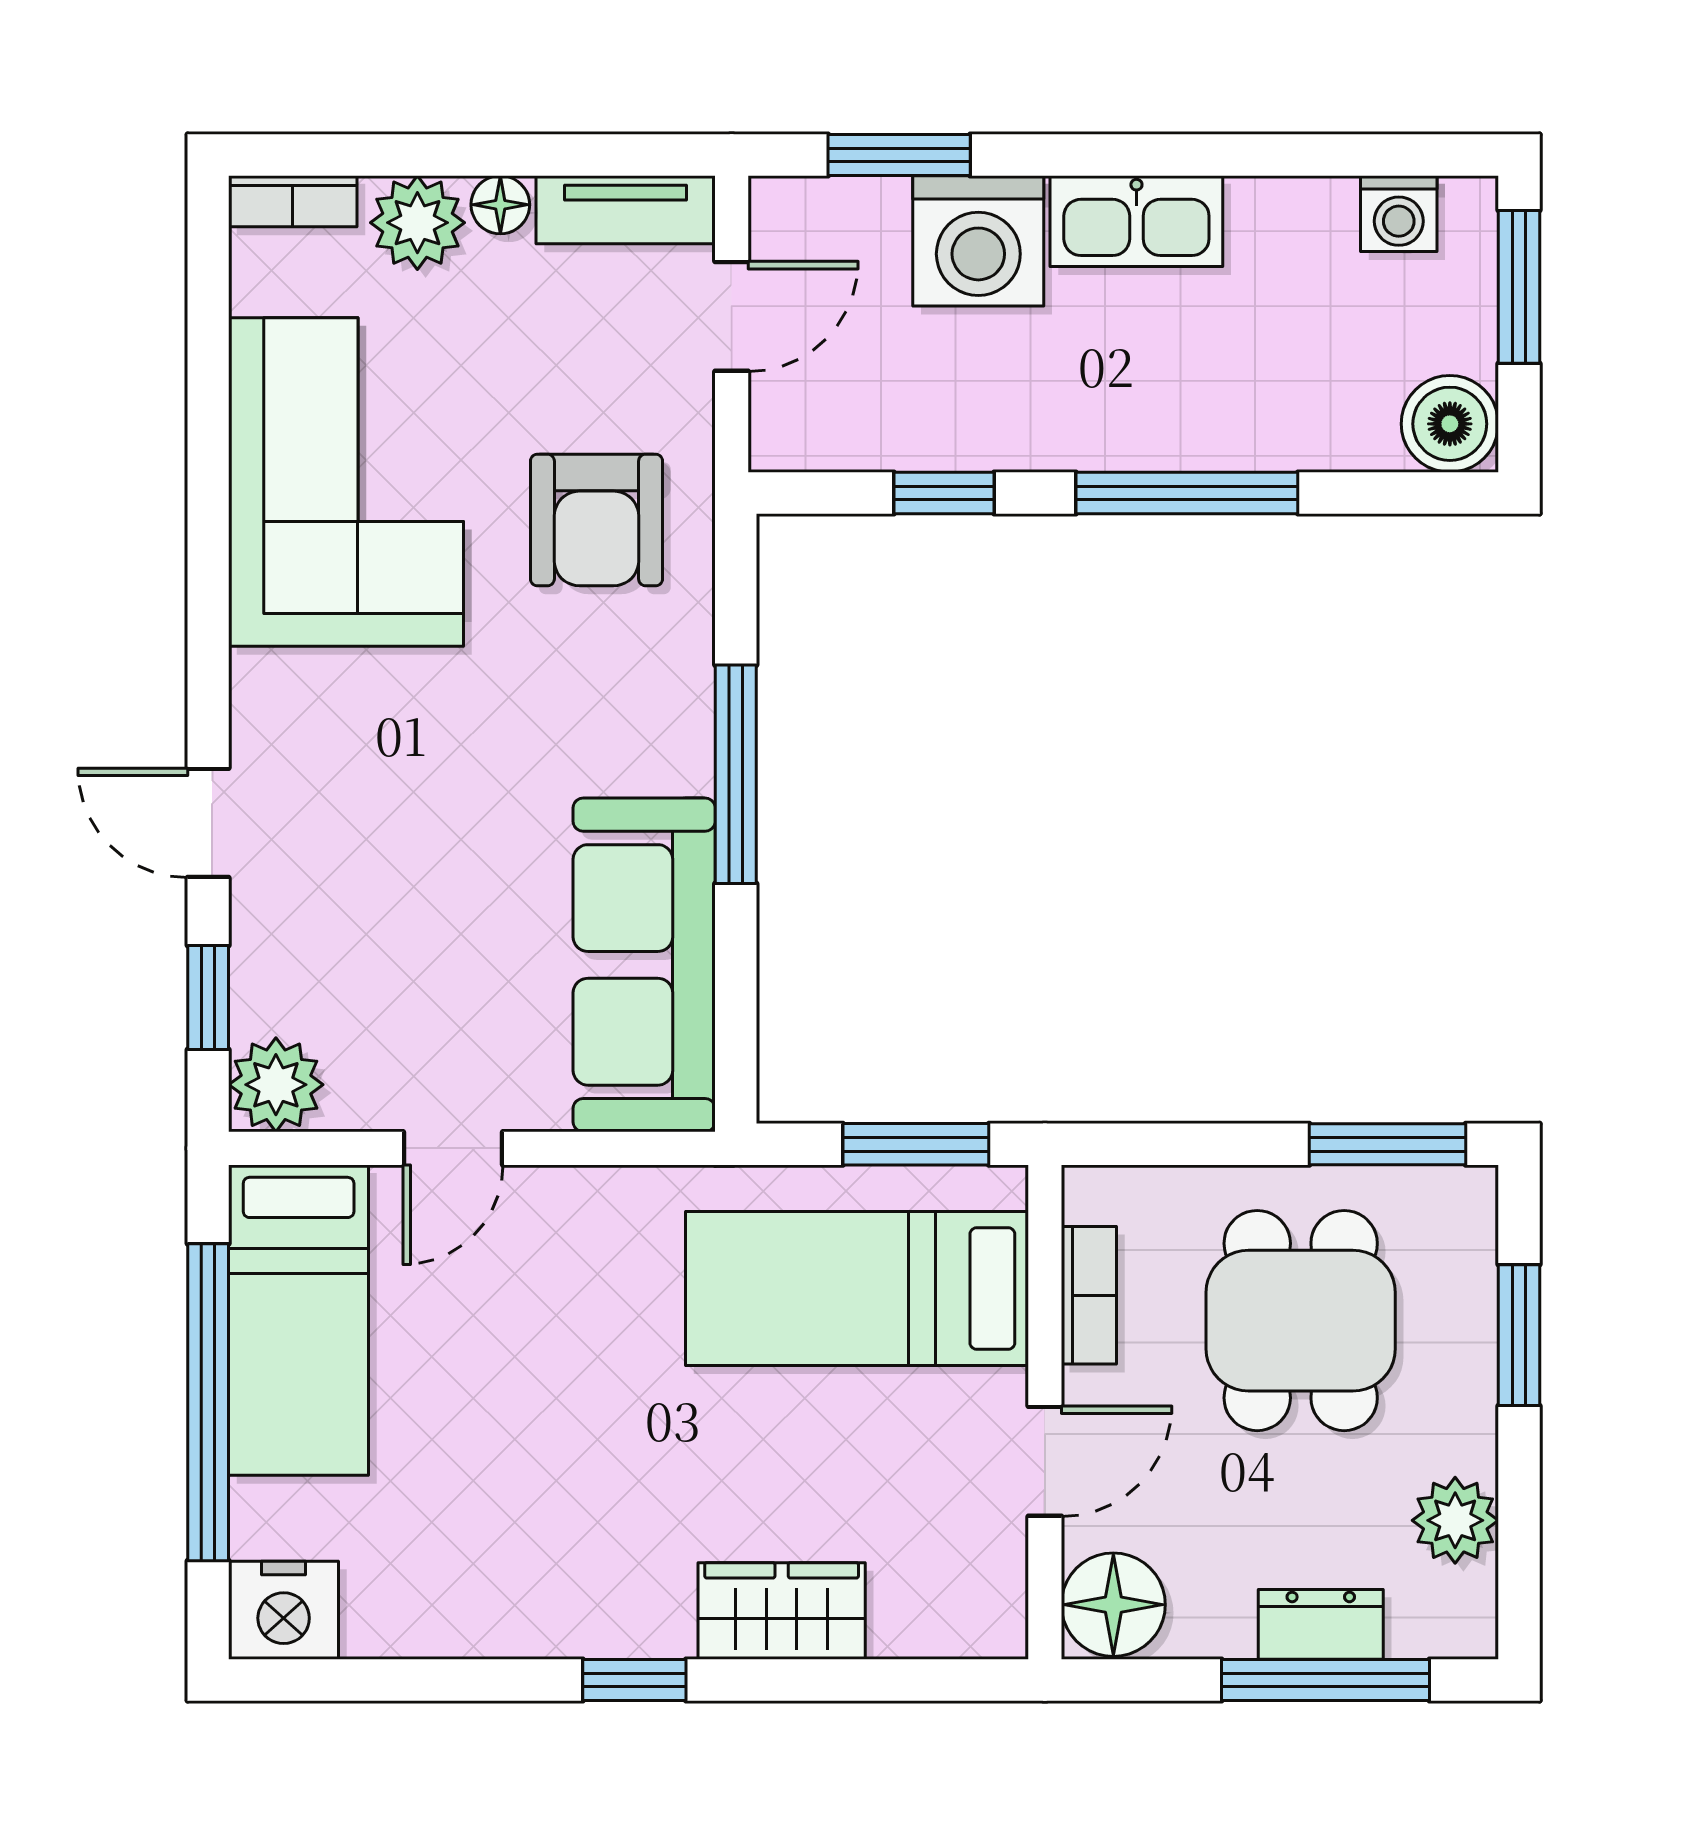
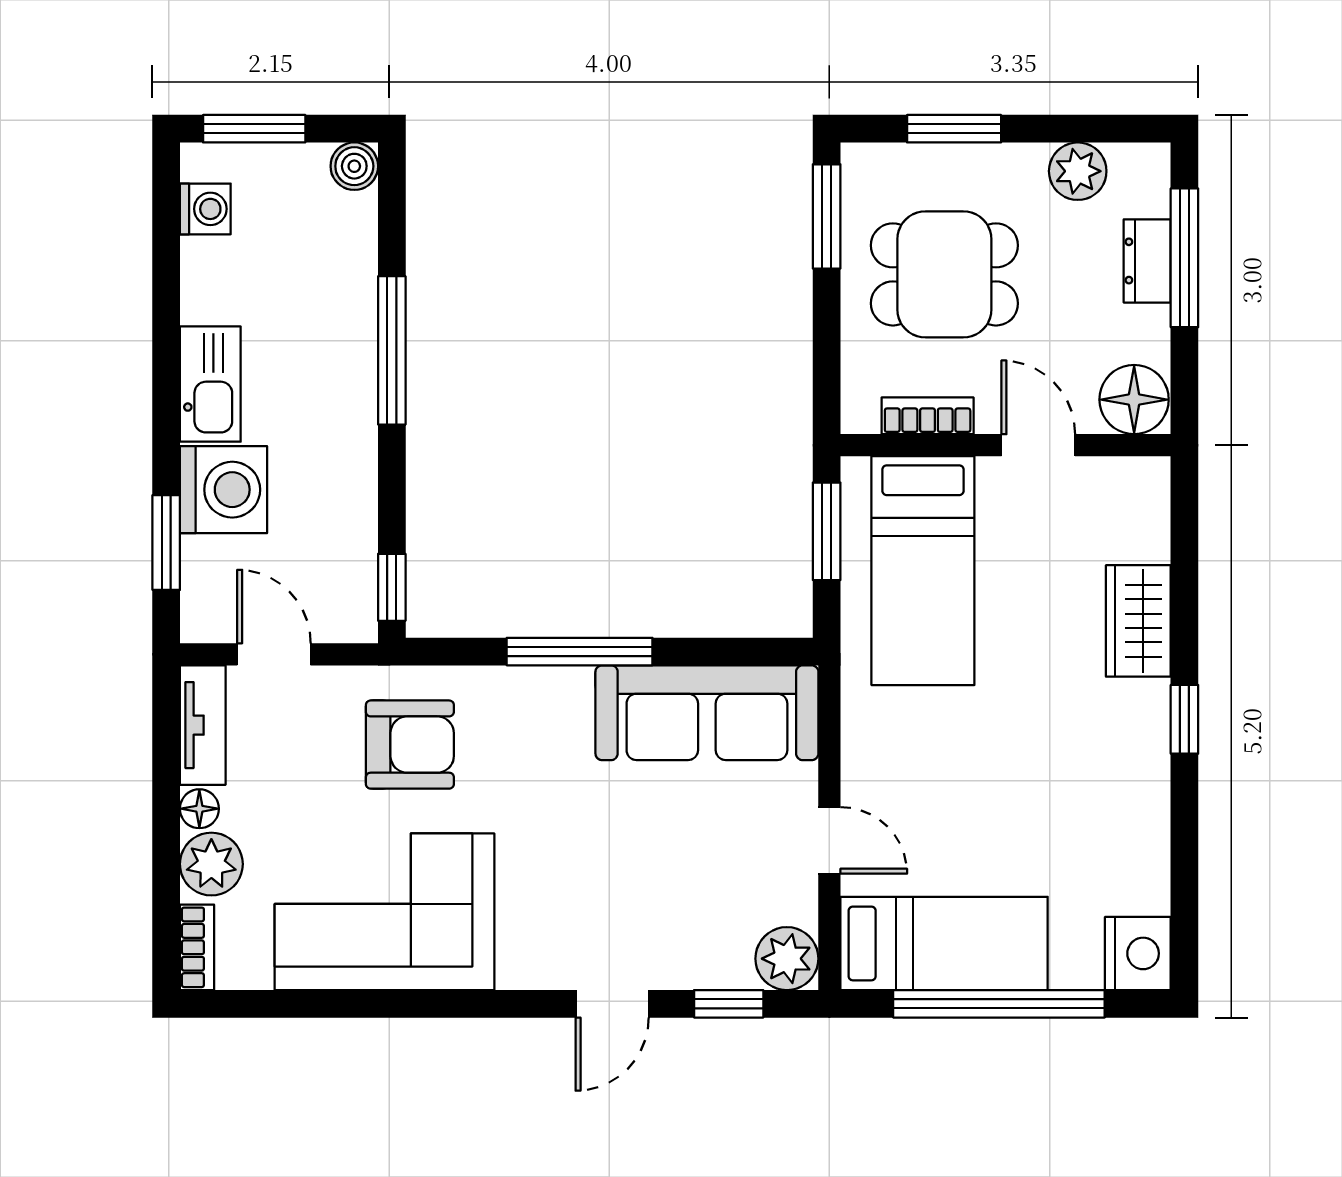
boiler: (1450, 424) -> (354, 166), width x0.73, depth x0.73
window: (944, 493) -> (392, 587), moved

